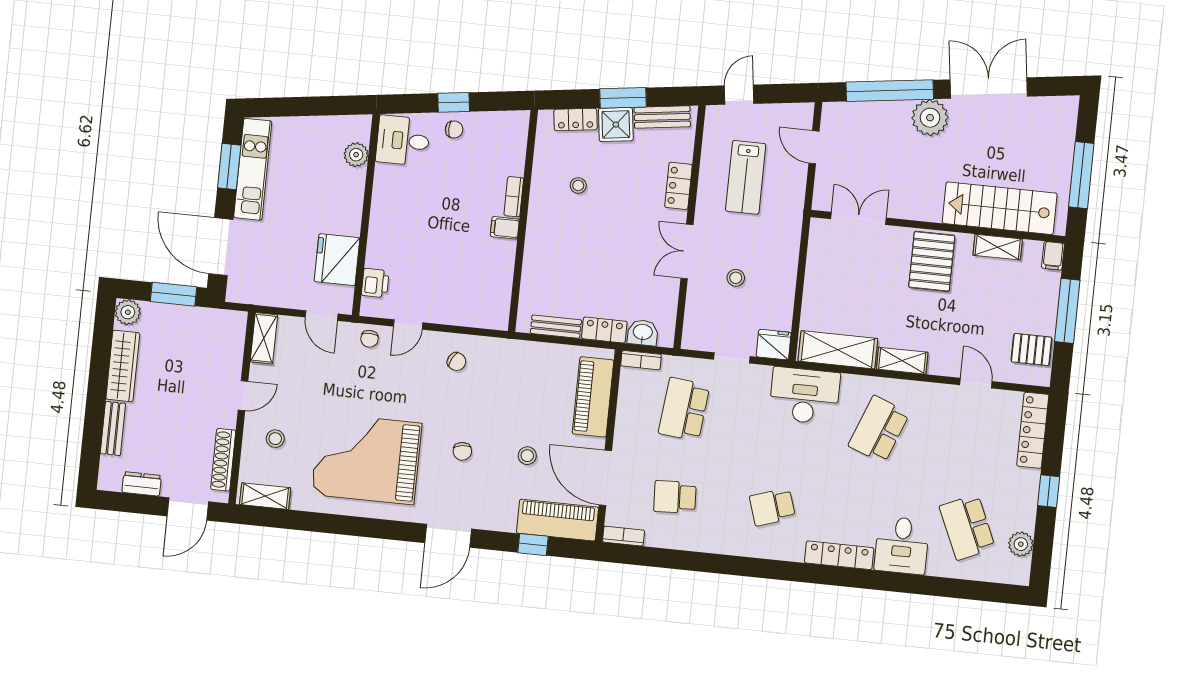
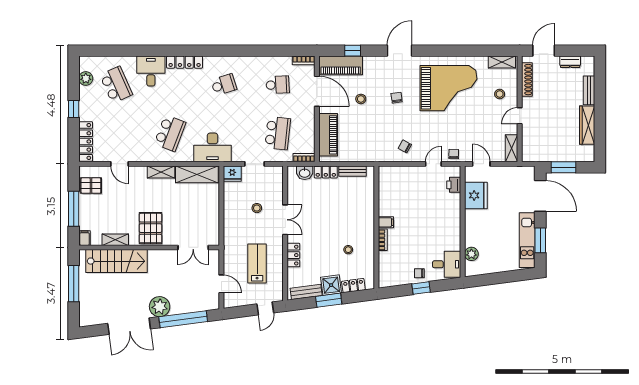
plant: (128, 312) -> (587, 155), removed

